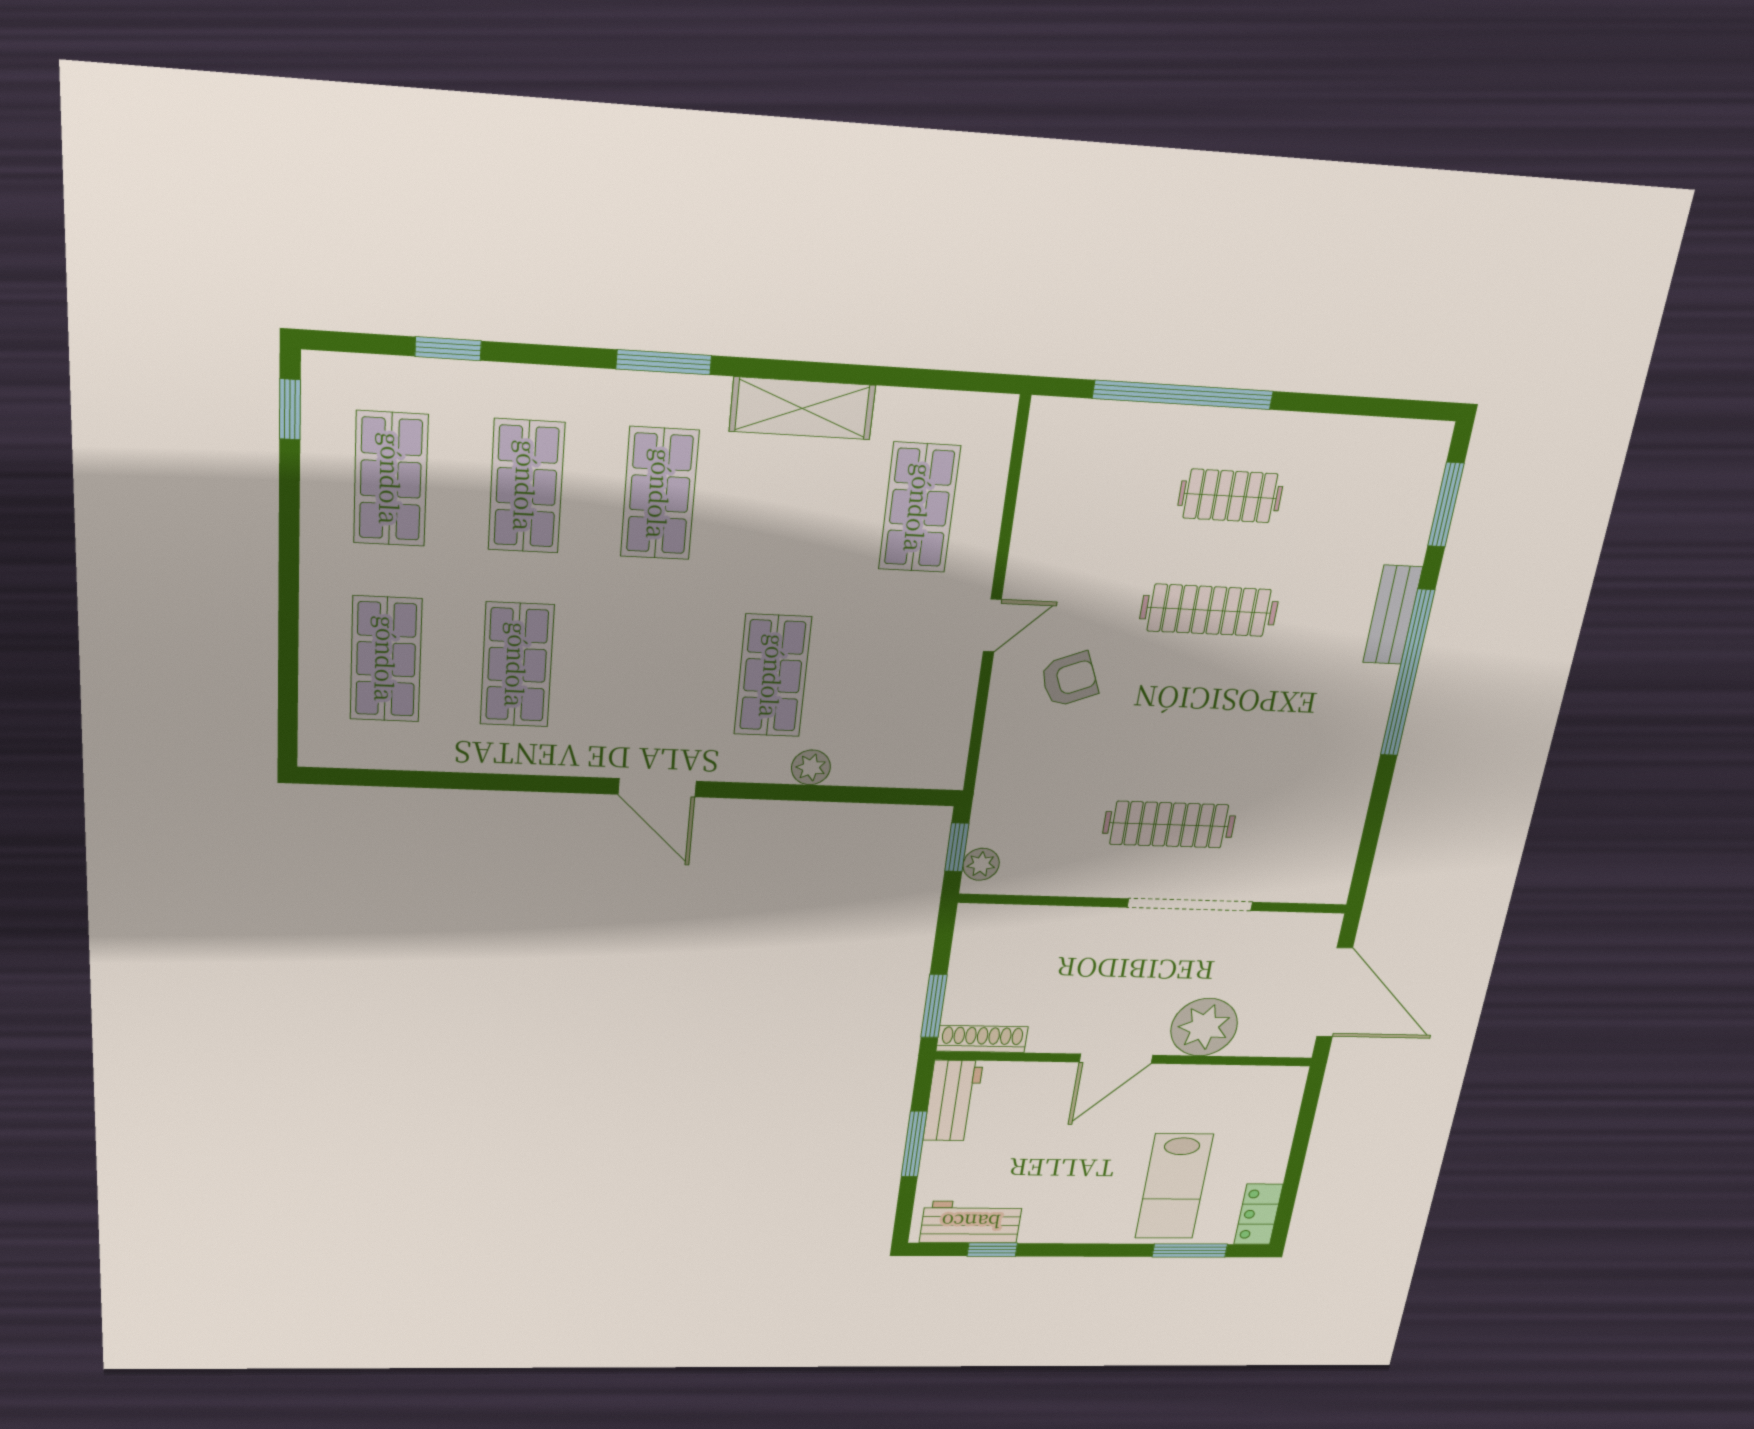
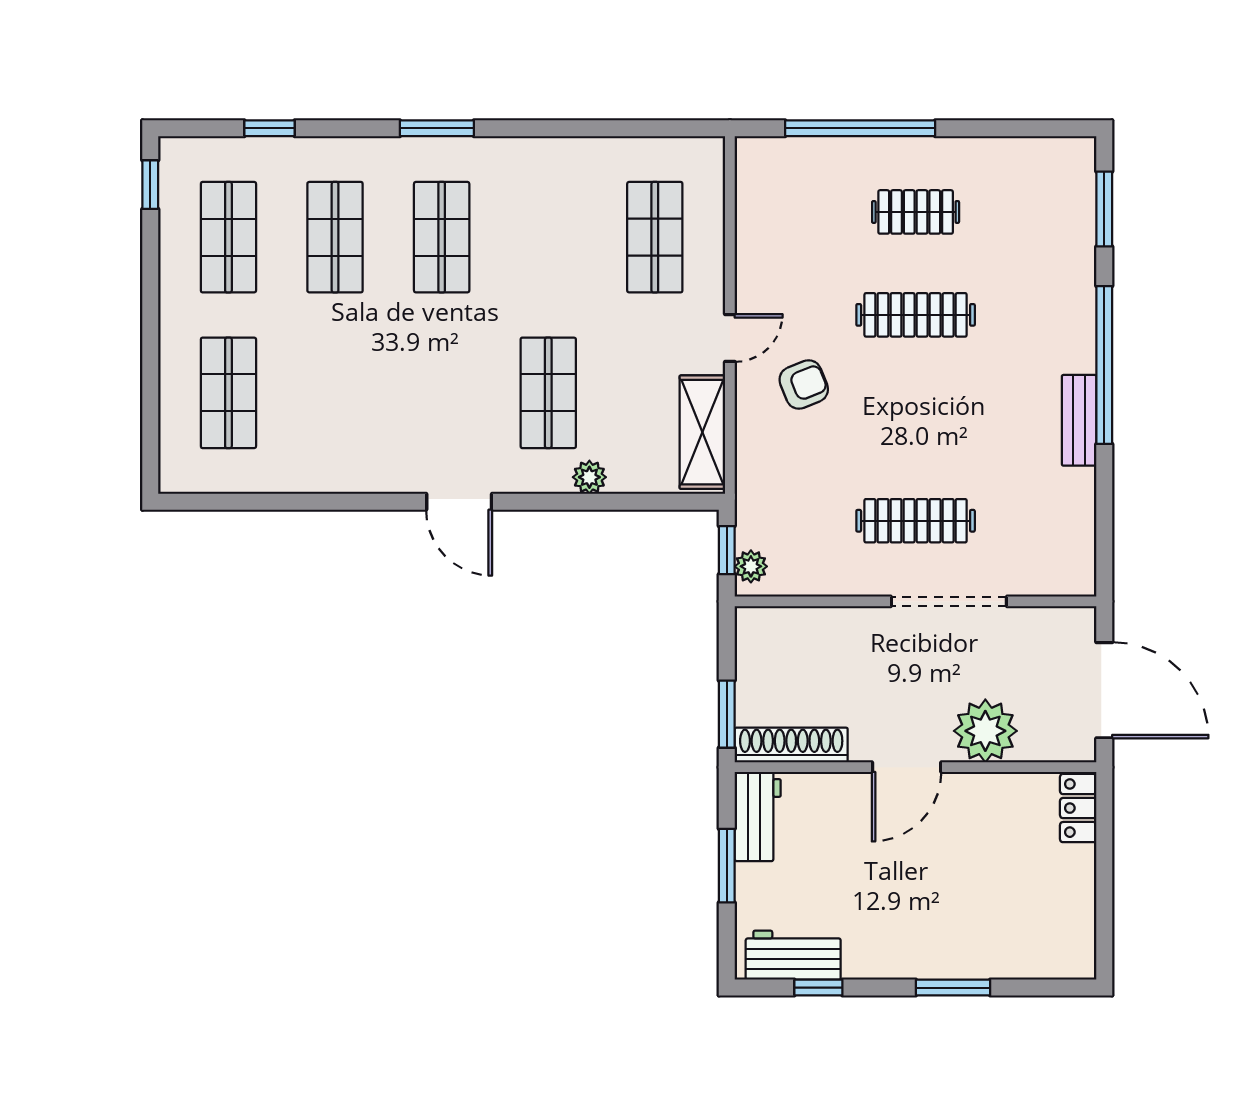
shelving: (802, 408) -> (702, 432), moved, turned 90
bench: (1393, 615) -> (1079, 420), moved
shop shelf: (517, 665) -> (335, 393), removed
shoe rack: (982, 1039) -> (791, 745), width x1.36, depth x1.24
lab bench: (1174, 1186) -> (987, 911), removed
locker: (1258, 1214) -> (1078, 808), moved
window: (1190, 1251) -> (953, 988), moved

